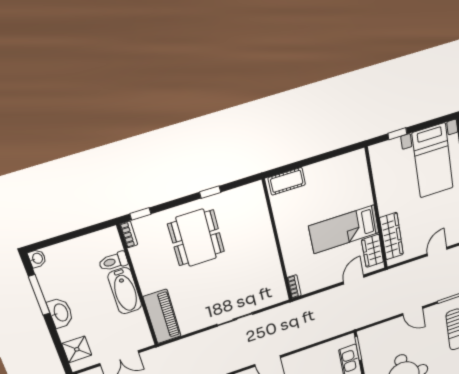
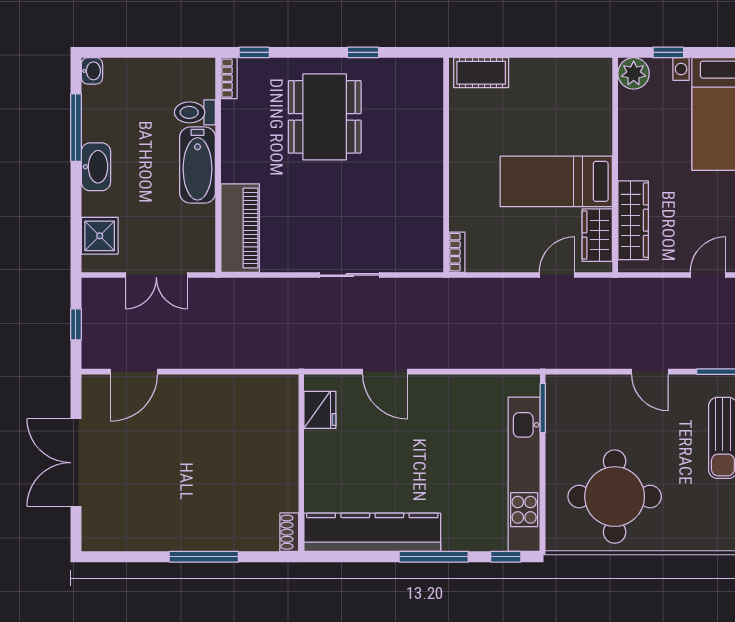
plant: (379, 153) -> (634, 73), added

